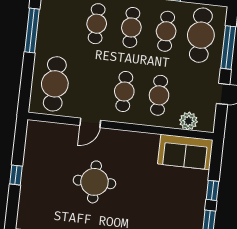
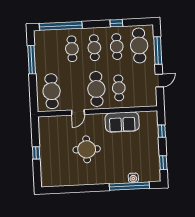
cafe table: (124, 92) -> (96, 89), width x1.37, depth x1.35
plant: (188, 121) -> (140, 101), removed
sofa: (185, 152) -> (122, 122), moved
window: (212, 190) -> (162, 131), moved

